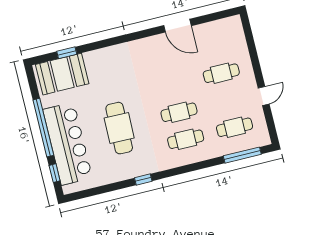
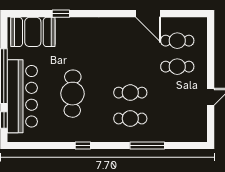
window: (67, 53) -> (61, 14), moved
cafe table: (235, 127) -> (177, 41), moved
window: (242, 155) -> (147, 145), moved

